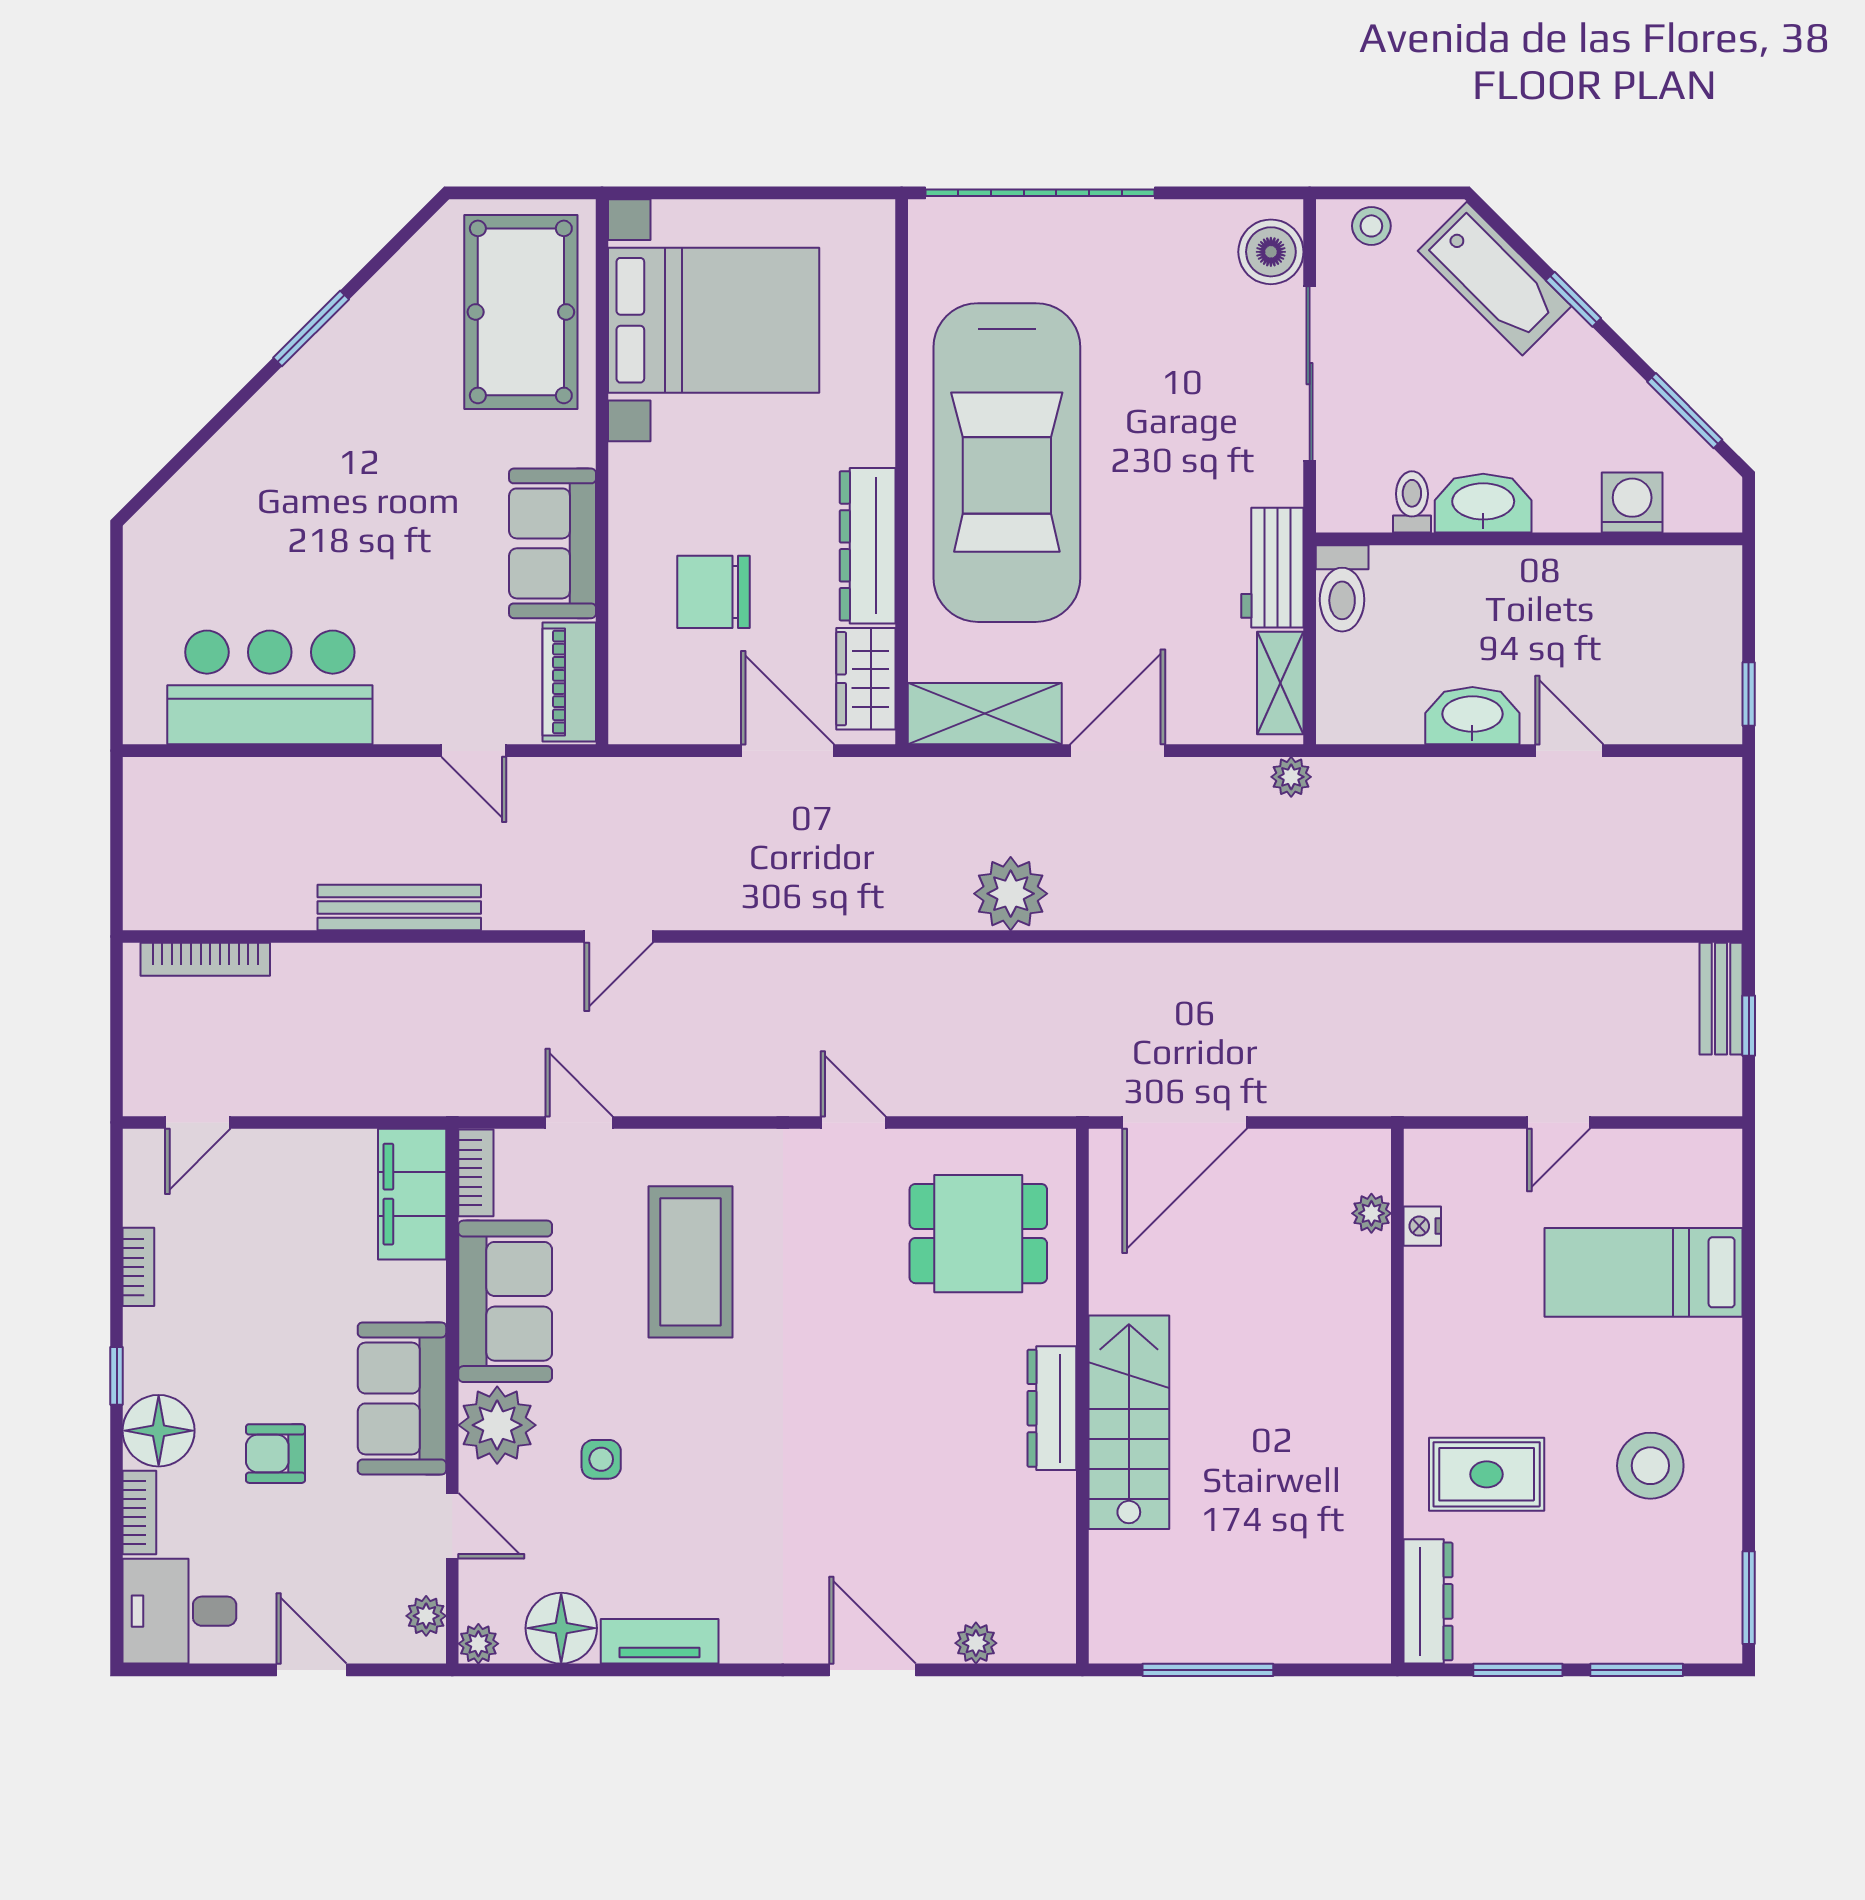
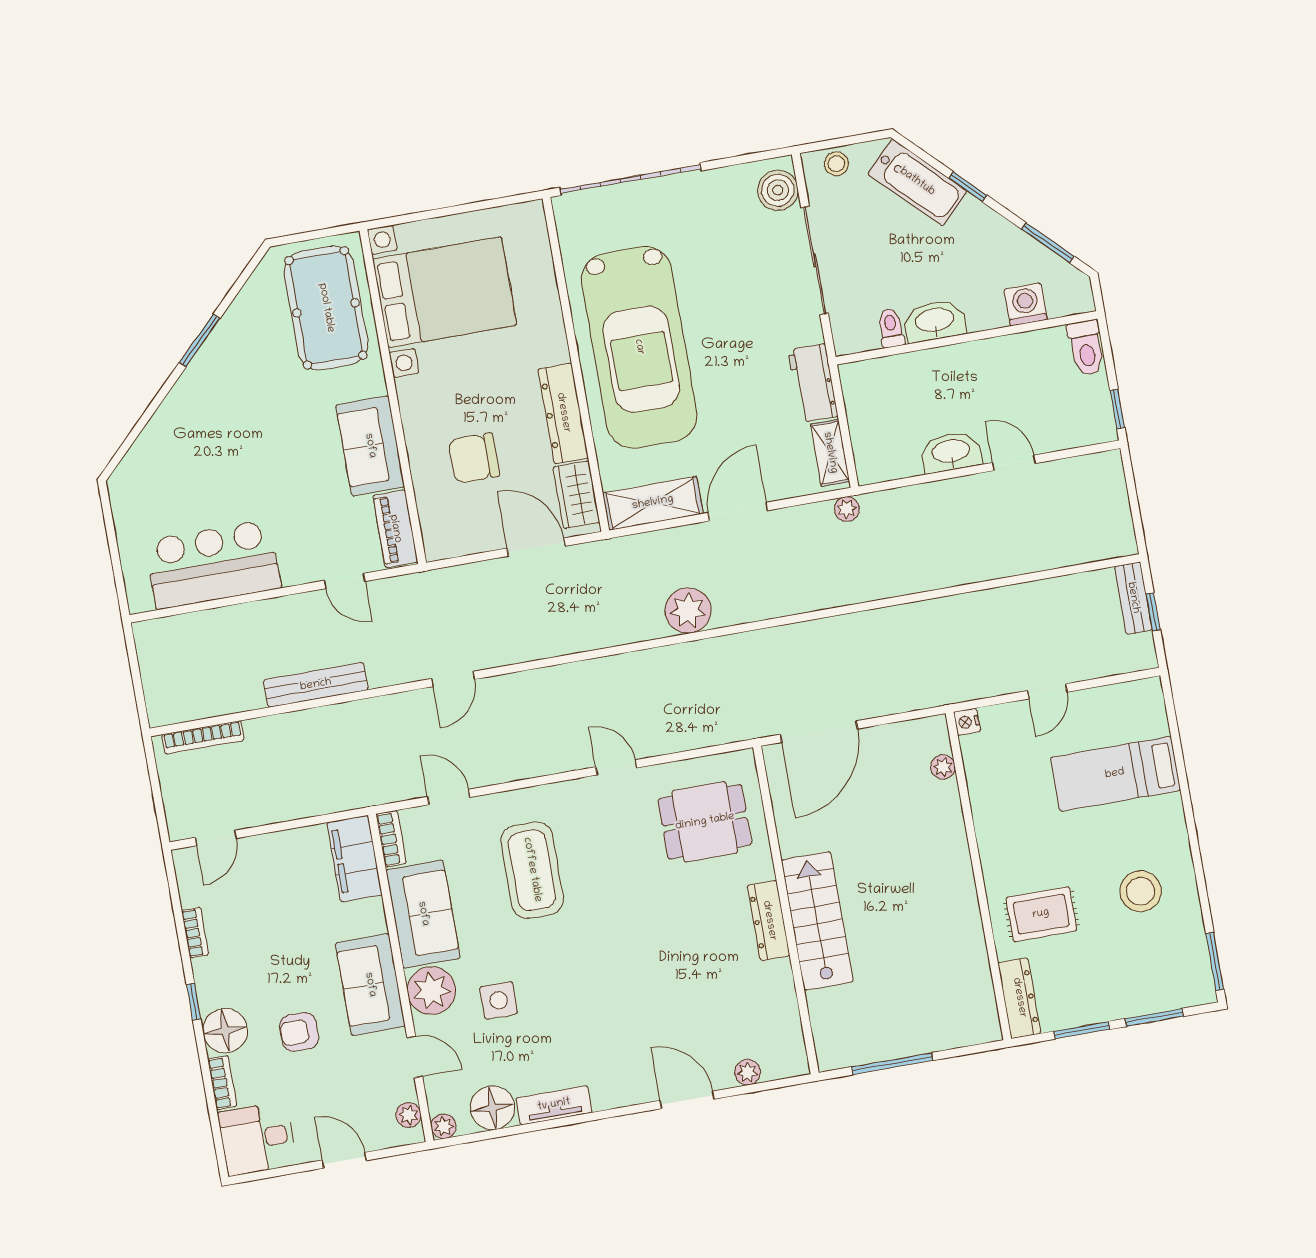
toilet: (1342, 588) -> (1086, 348), moved
nightstand: (1422, 1226) -> (967, 722), moved
side table: (601, 1459) -> (499, 1000), width x1.37, depth x1.37

